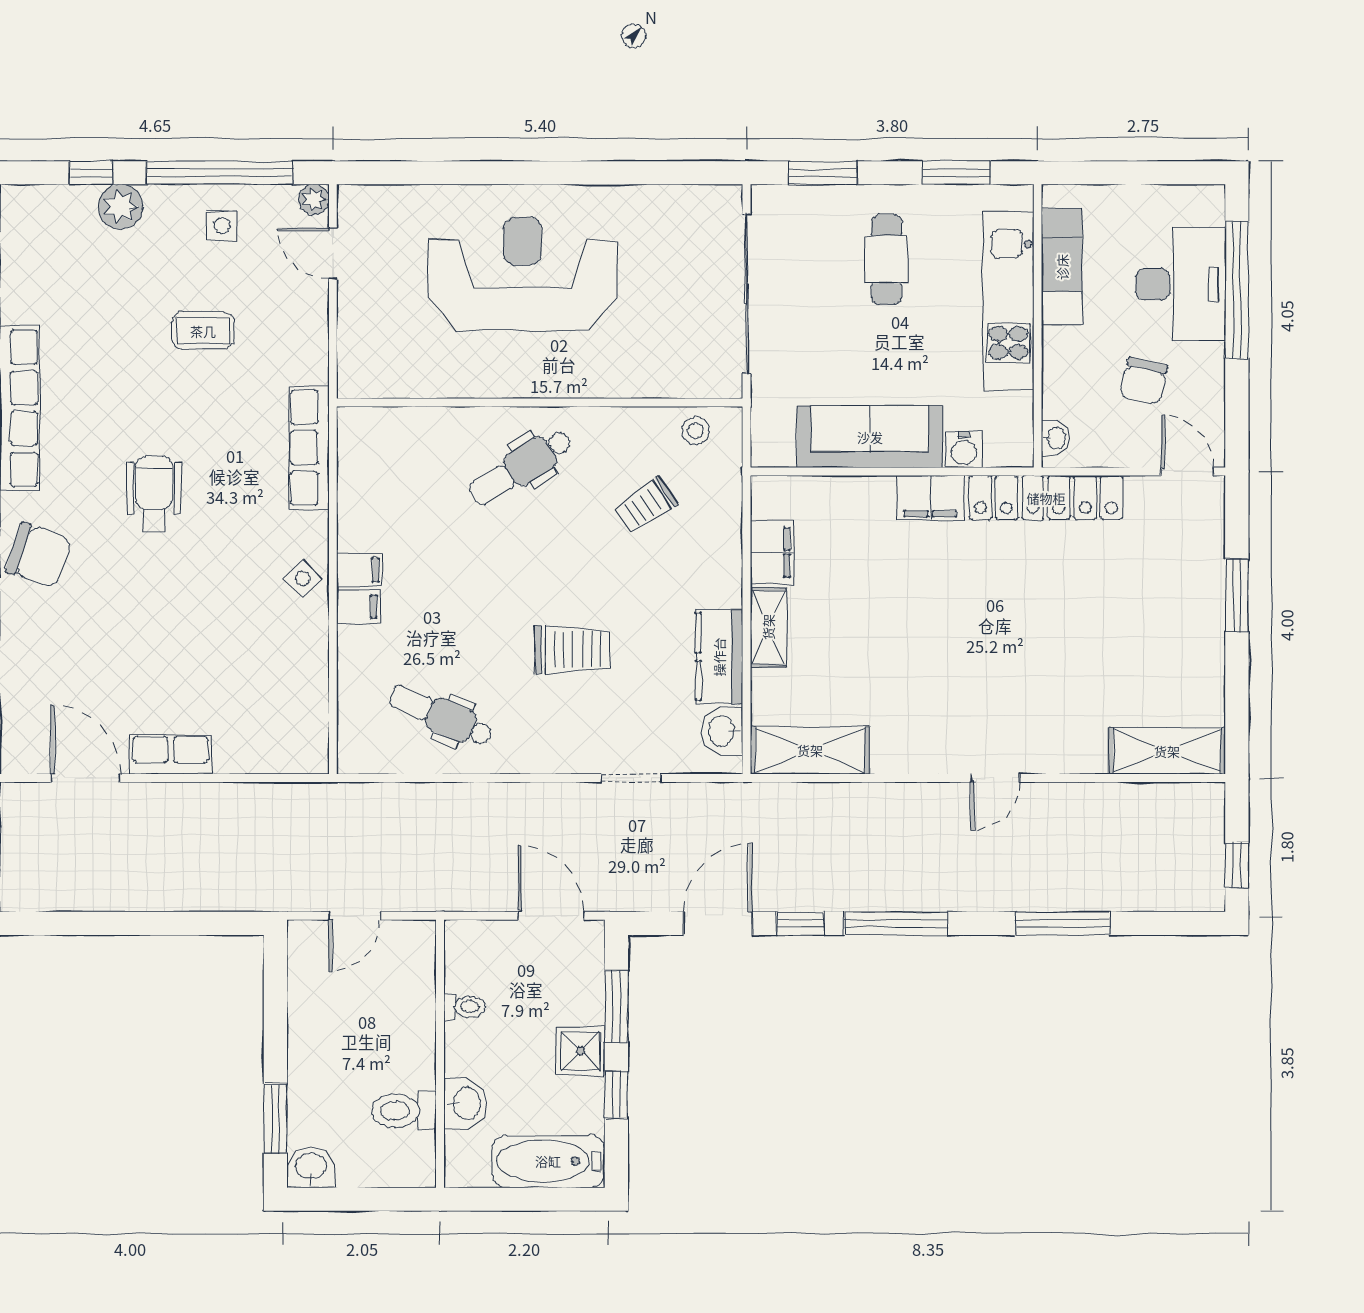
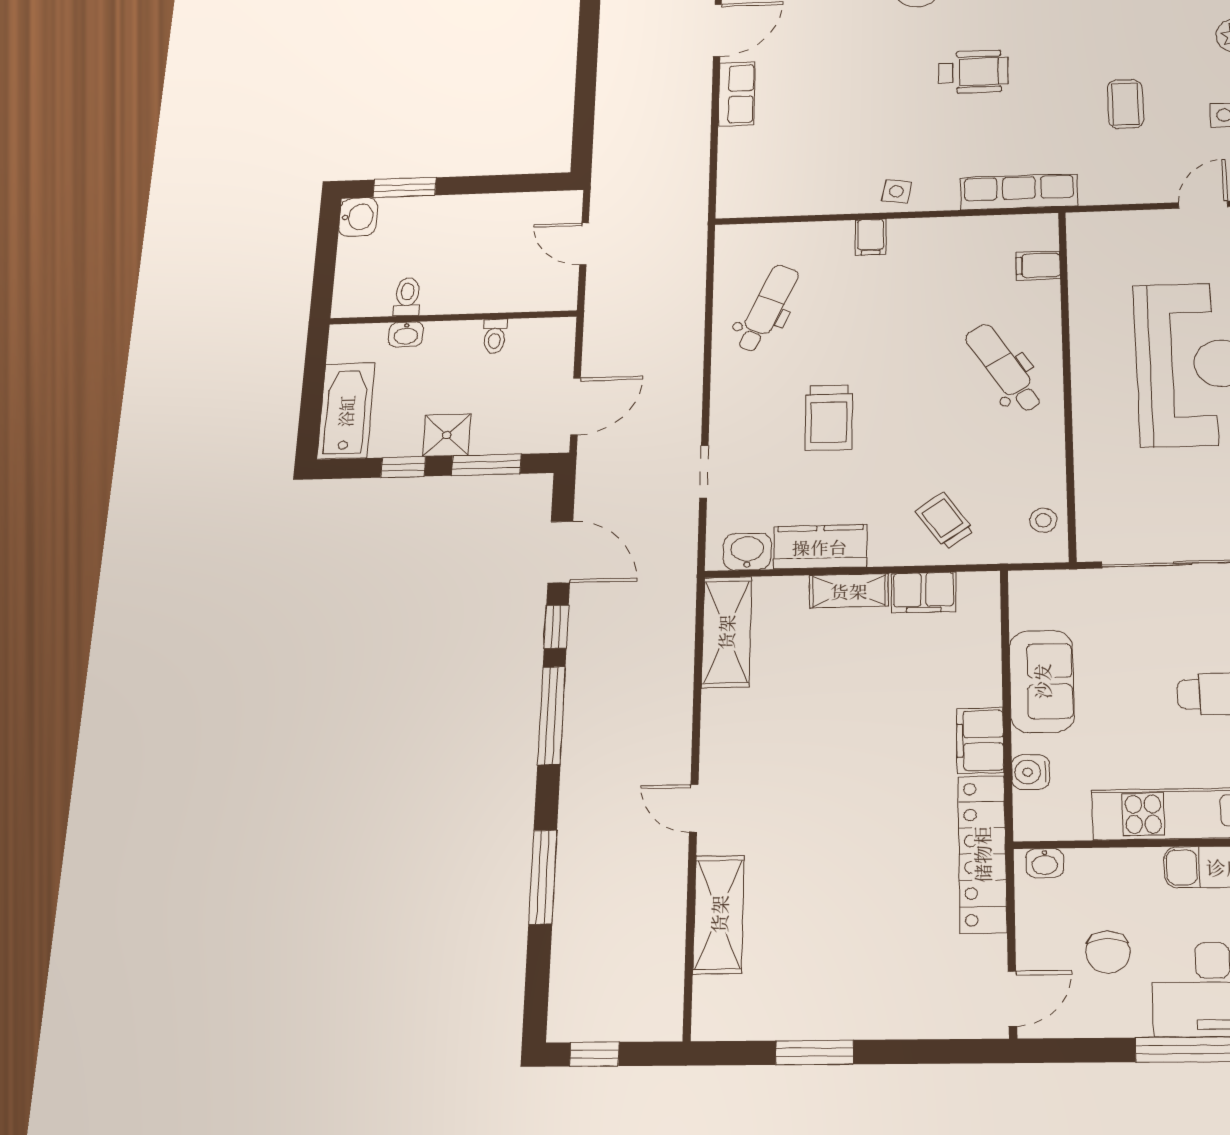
chair: (1144, 381) -> (1108, 952), turned -103
sofa: (870, 437) -> (1042, 681), width x0.73
trolley: (646, 505) -> (945, 521), moved
filing cabinet: (359, 570) -> (1038, 265), moved, turned 90
side table: (303, 579) -> (896, 191), turned -36
window: (1237, 596) -> (814, 1052), moved
shelving: (1167, 751) -> (719, 914), moved
washbasin: (465, 1103) -> (406, 334), width x0.72, depth x0.69
toilet: (404, 1111) -> (407, 297), width x0.73, depth x0.72

